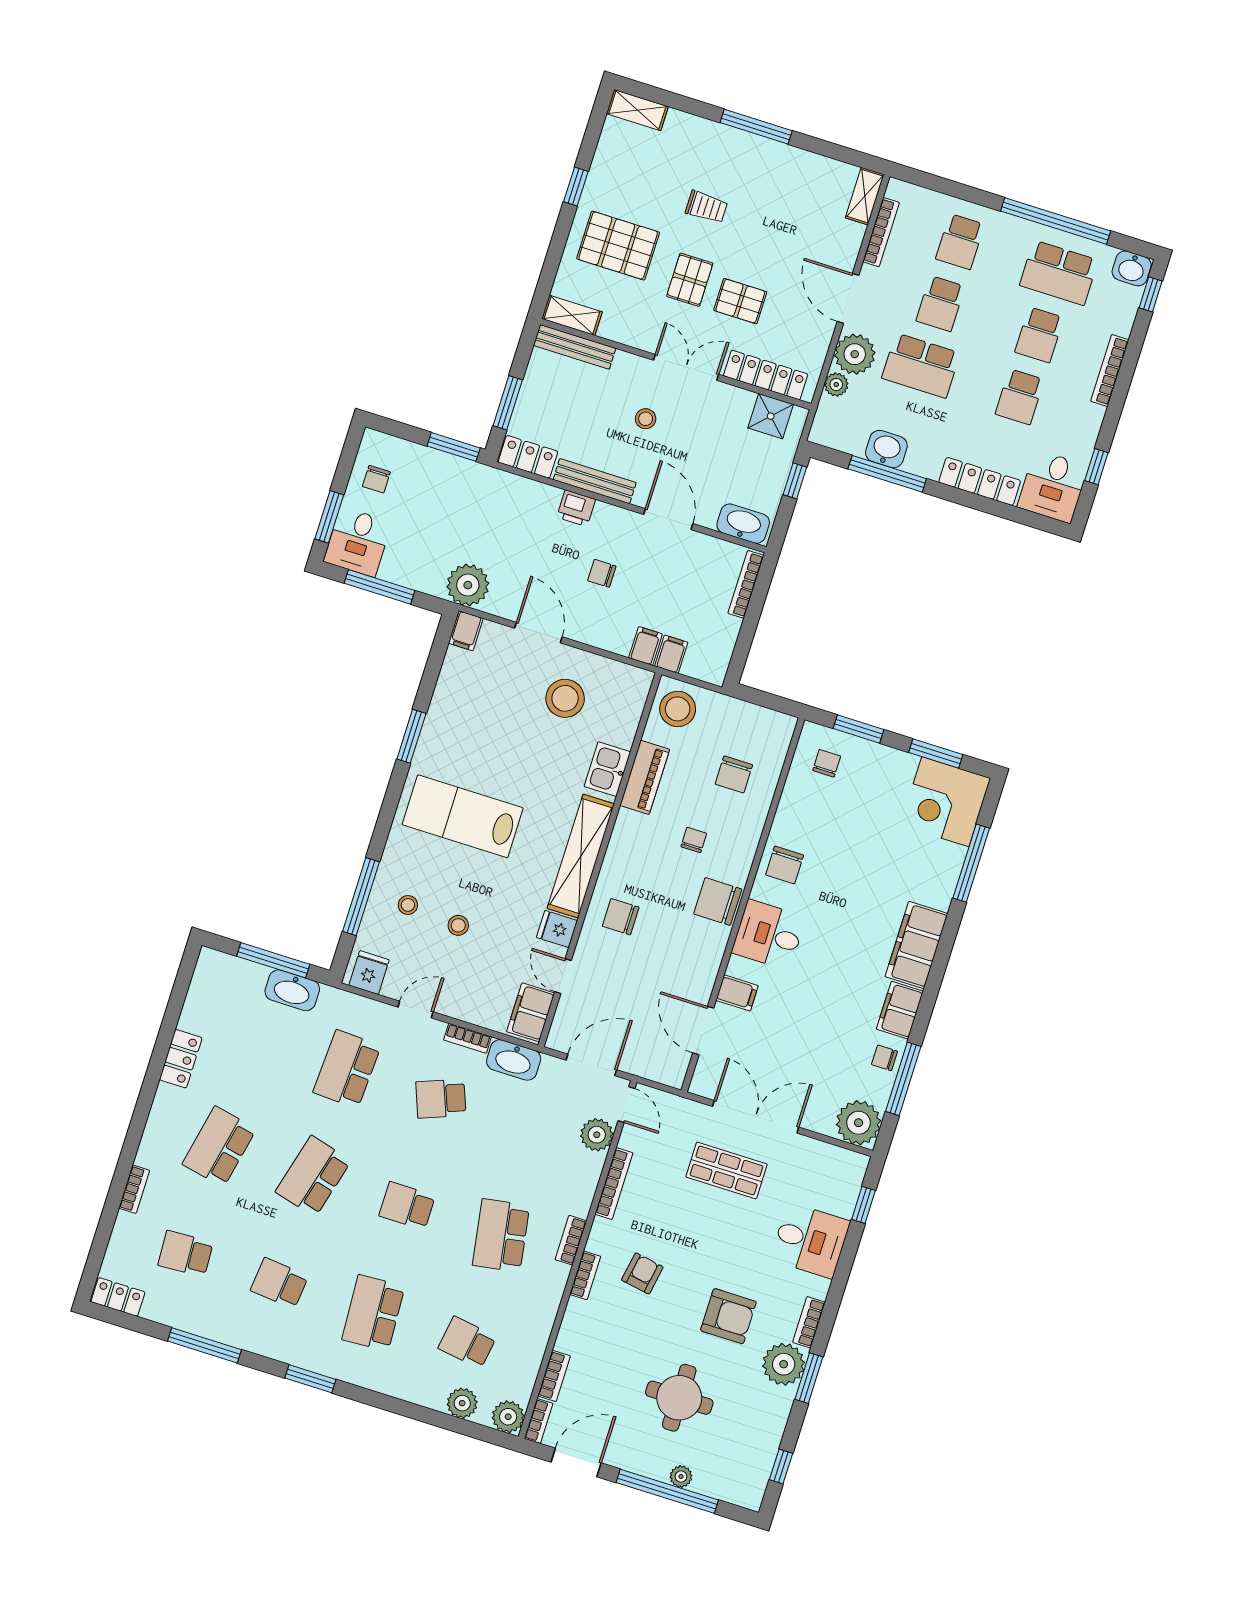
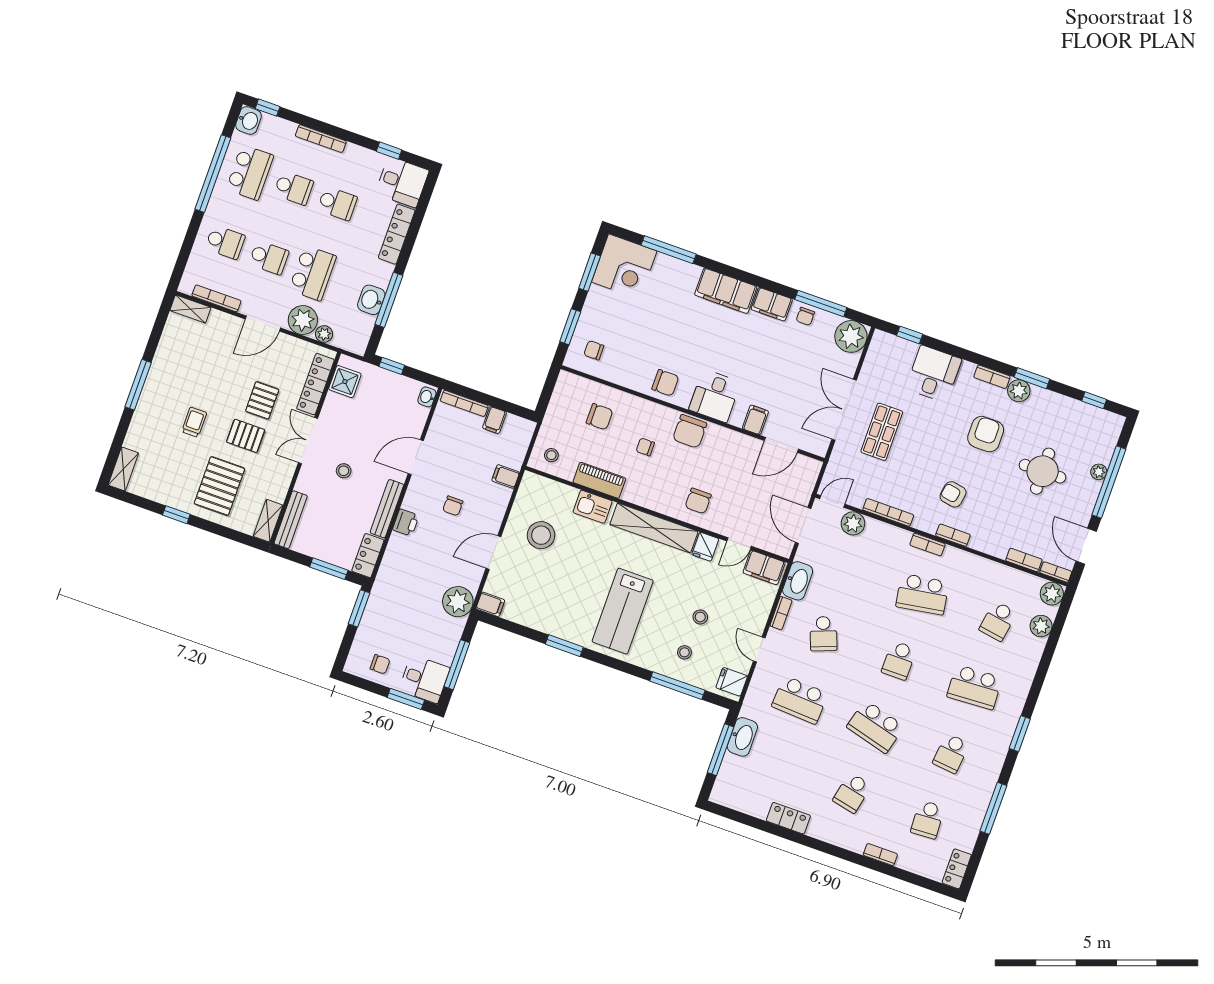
washbasin: (743, 524) -> (427, 397), width x0.52, depth x0.69
filing cabinet: (671, 654) -> (494, 420), moved, turned -90
stool: (678, 709) -> (551, 455), width x0.53, depth x0.53
school desk: (219, 1147) -> (852, 793), width x0.54
plant: (784, 1364) -> (1019, 391), width x0.73, depth x0.73

